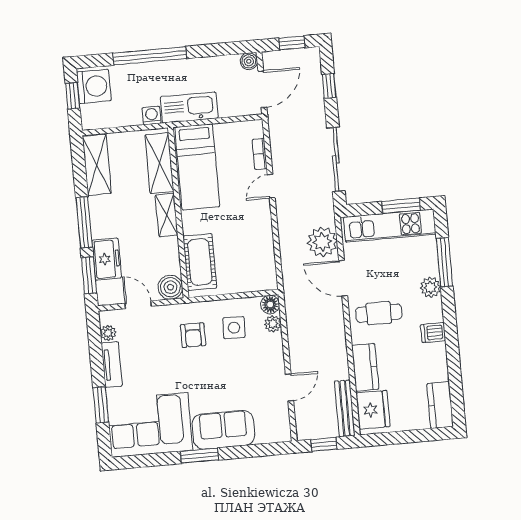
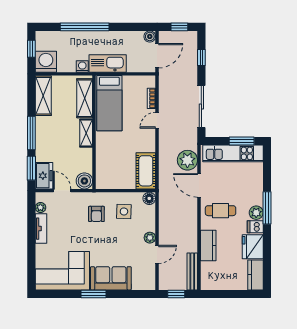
washing machine: (94, 86) -> (46, 62), moved, turned -90
freezer: (107, 259) -> (44, 176), moved
cot: (200, 262) -> (146, 171), moved
window: (444, 262) -> (267, 208), moved
plant: (430, 287) -> (256, 213), moved
plant: (273, 324) -> (150, 238), moved
window: (101, 405) -> (31, 254), removed
fridge: (373, 410) -> (253, 247), moved, turned 180

